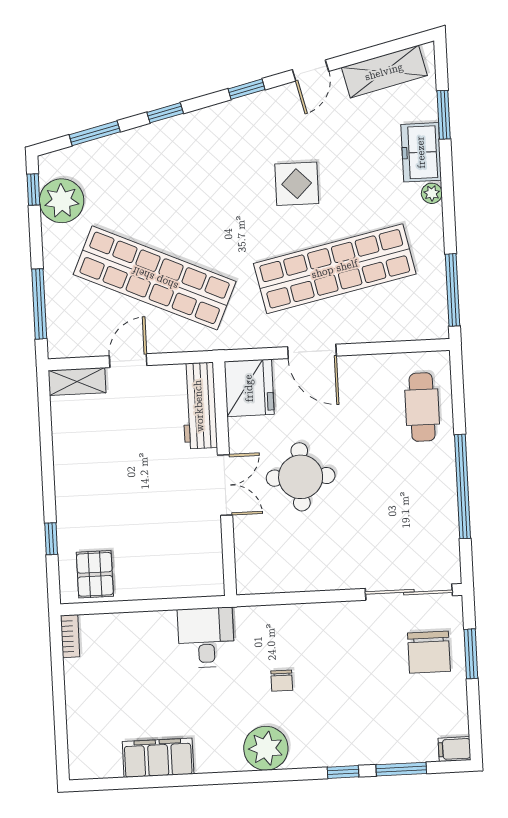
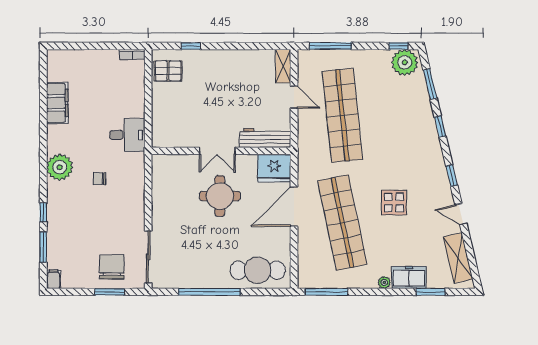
plant: (62, 201) -> (405, 62), moved
shop shelf: (155, 278) -> (342, 115), turned -30
door: (312, 351) -> (294, 207), width x1.36
cafe table: (422, 407) -> (258, 270), width x1.37, depth x1.35
chair: (429, 652) -> (112, 267), turned 90

